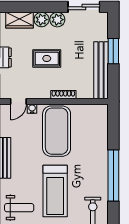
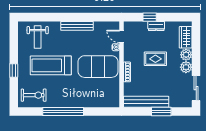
rug: (47, 58) -> (155, 59), turned 90

